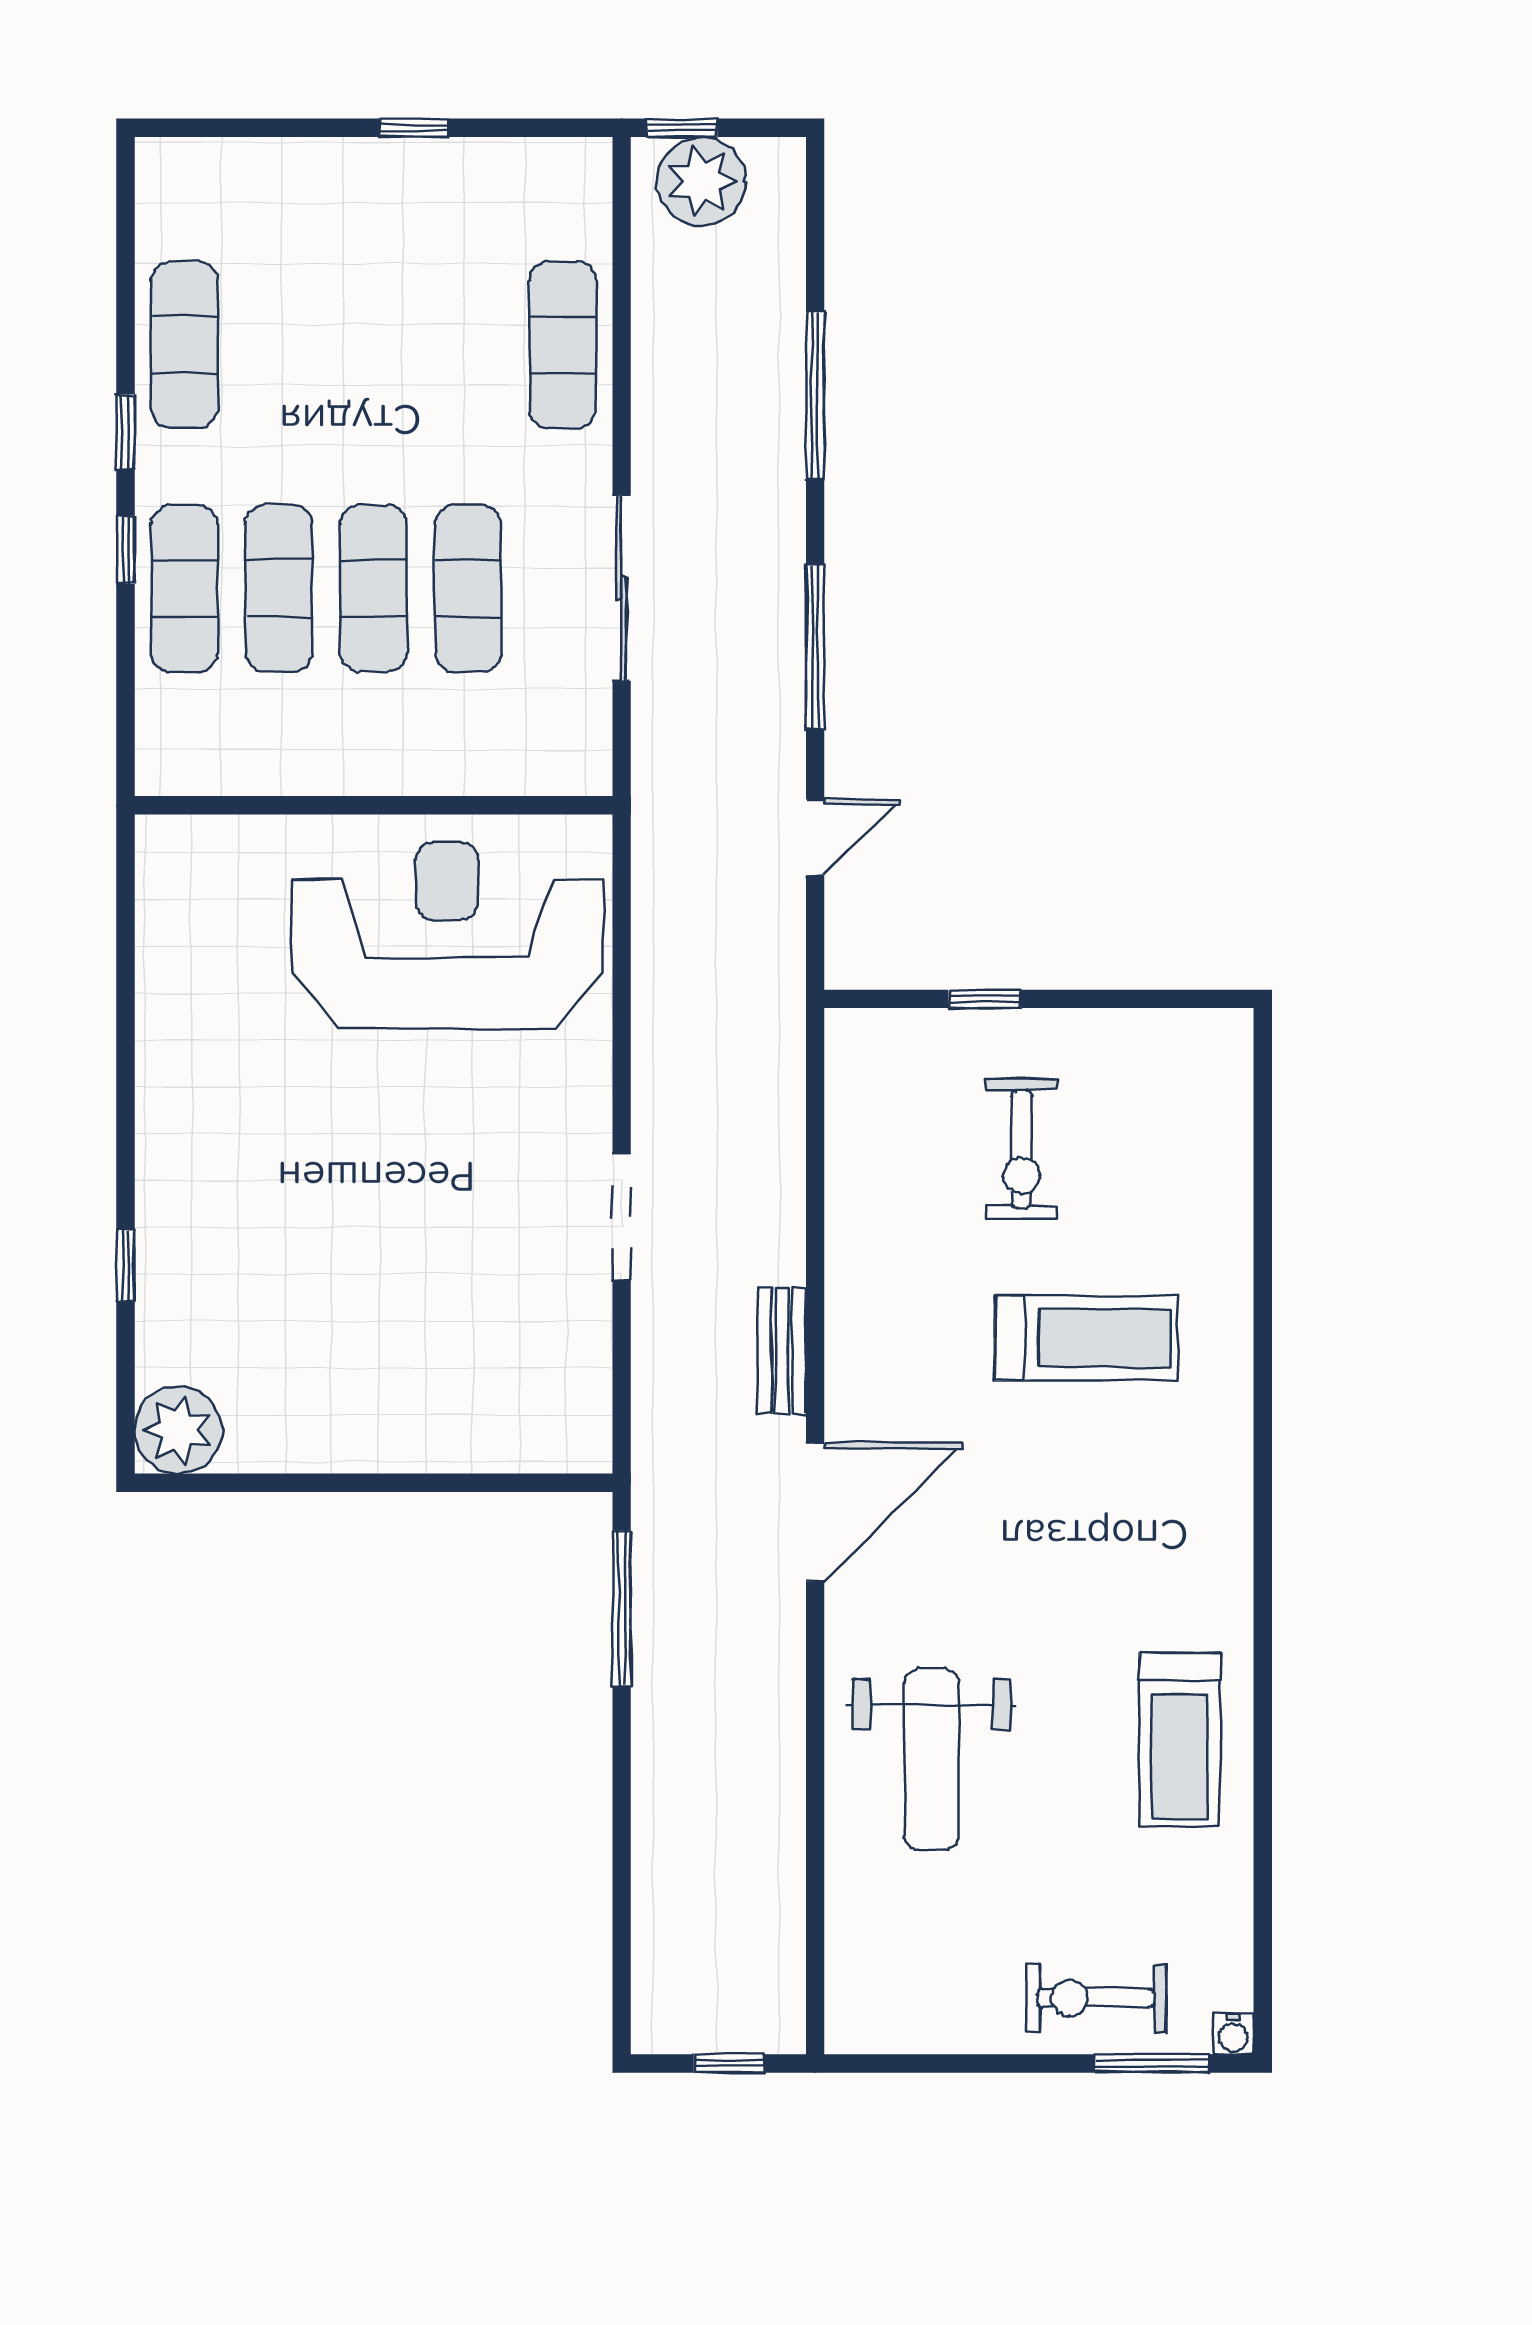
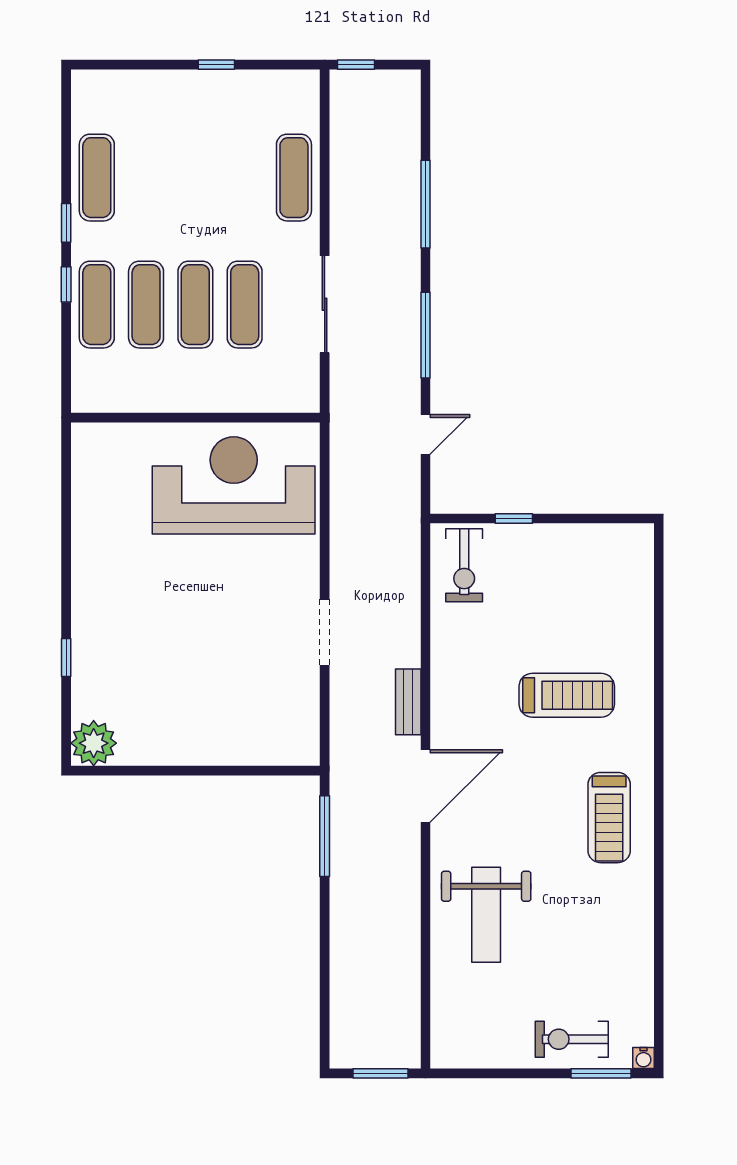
plant: (701, 181) -> (366, 92), removed
exercise bike: (1021, 1149) -> (464, 565), moved
treadmill: (1179, 1740) -> (609, 818), moved
window: (729, 2064) -> (381, 1073), width x1.50

